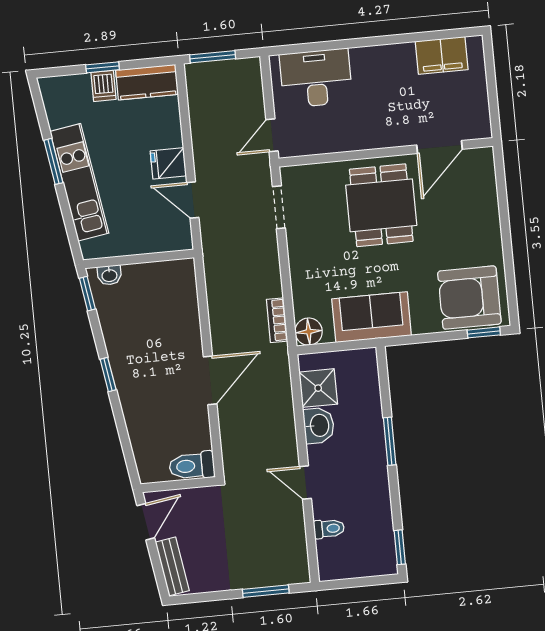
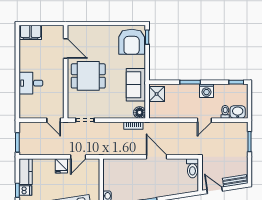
filing cabinet: (442, 55) -> (31, 32), moved, turned 90
desk: (316, 78) -> (31, 83), moved, width x0.73
shower: (318, 388) -> (157, 94), moved
washbasin: (319, 425) -> (238, 112), moved
washing machine: (373, 481) -> (206, 91), added

